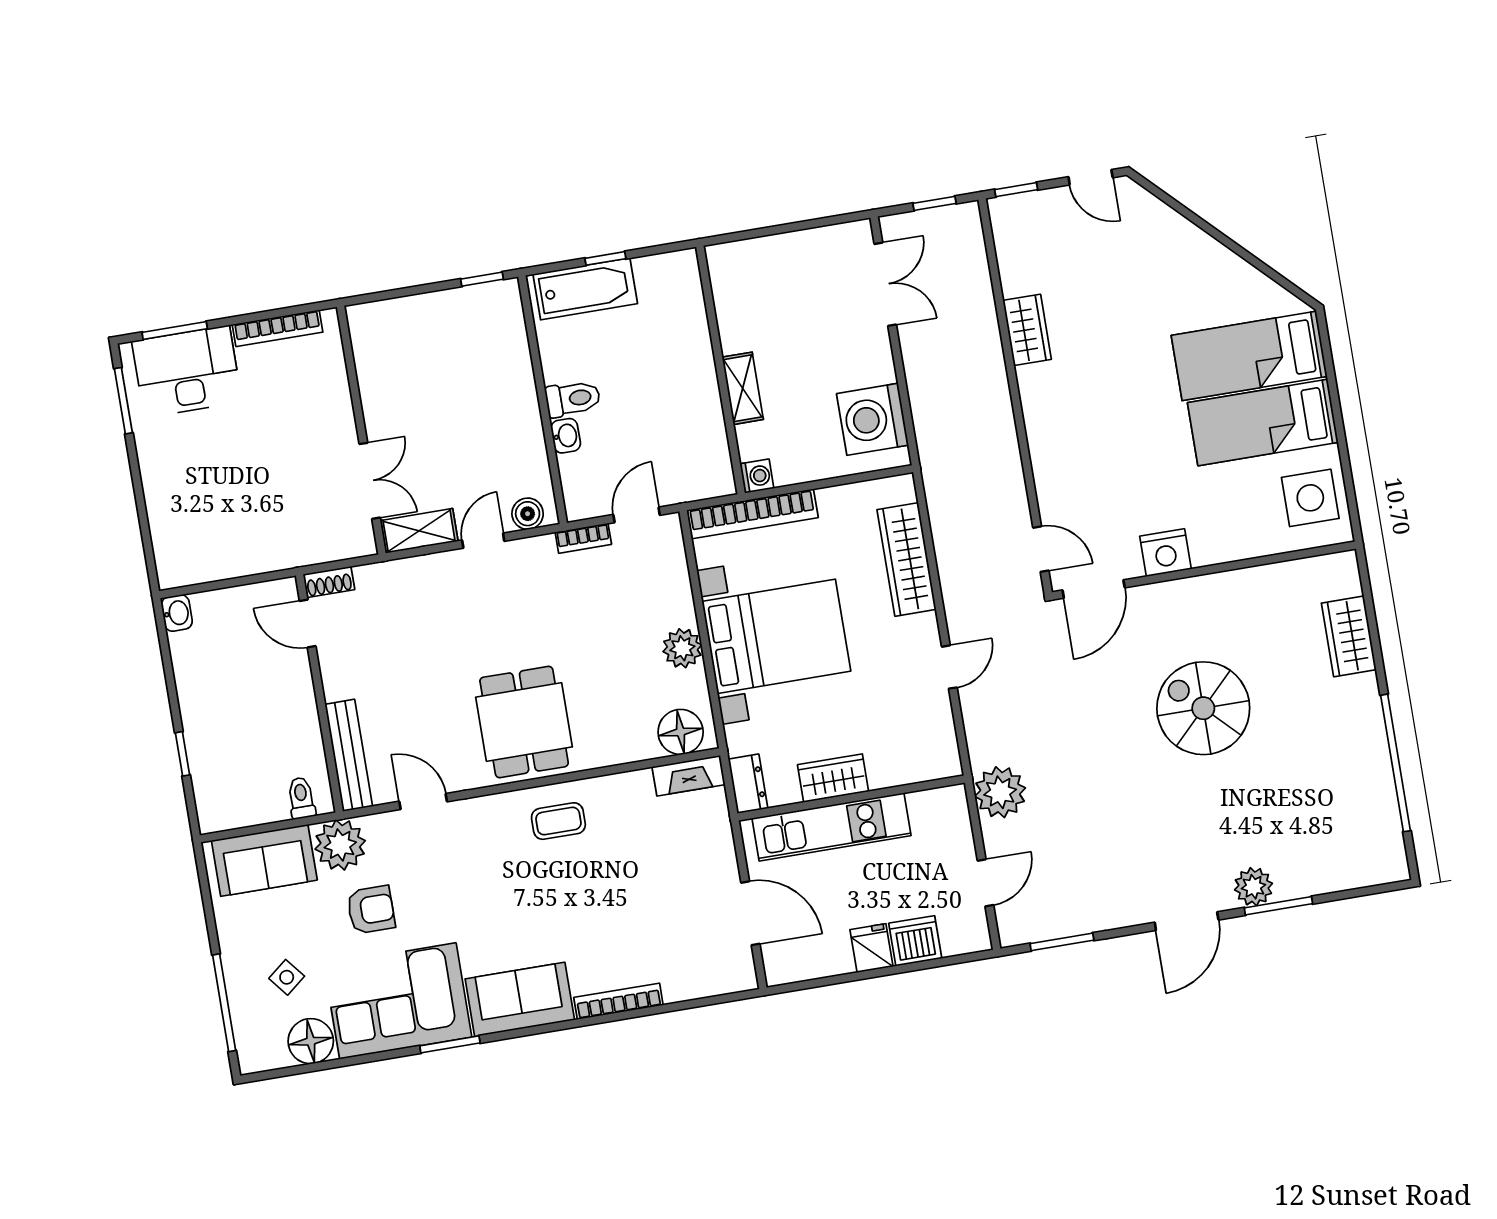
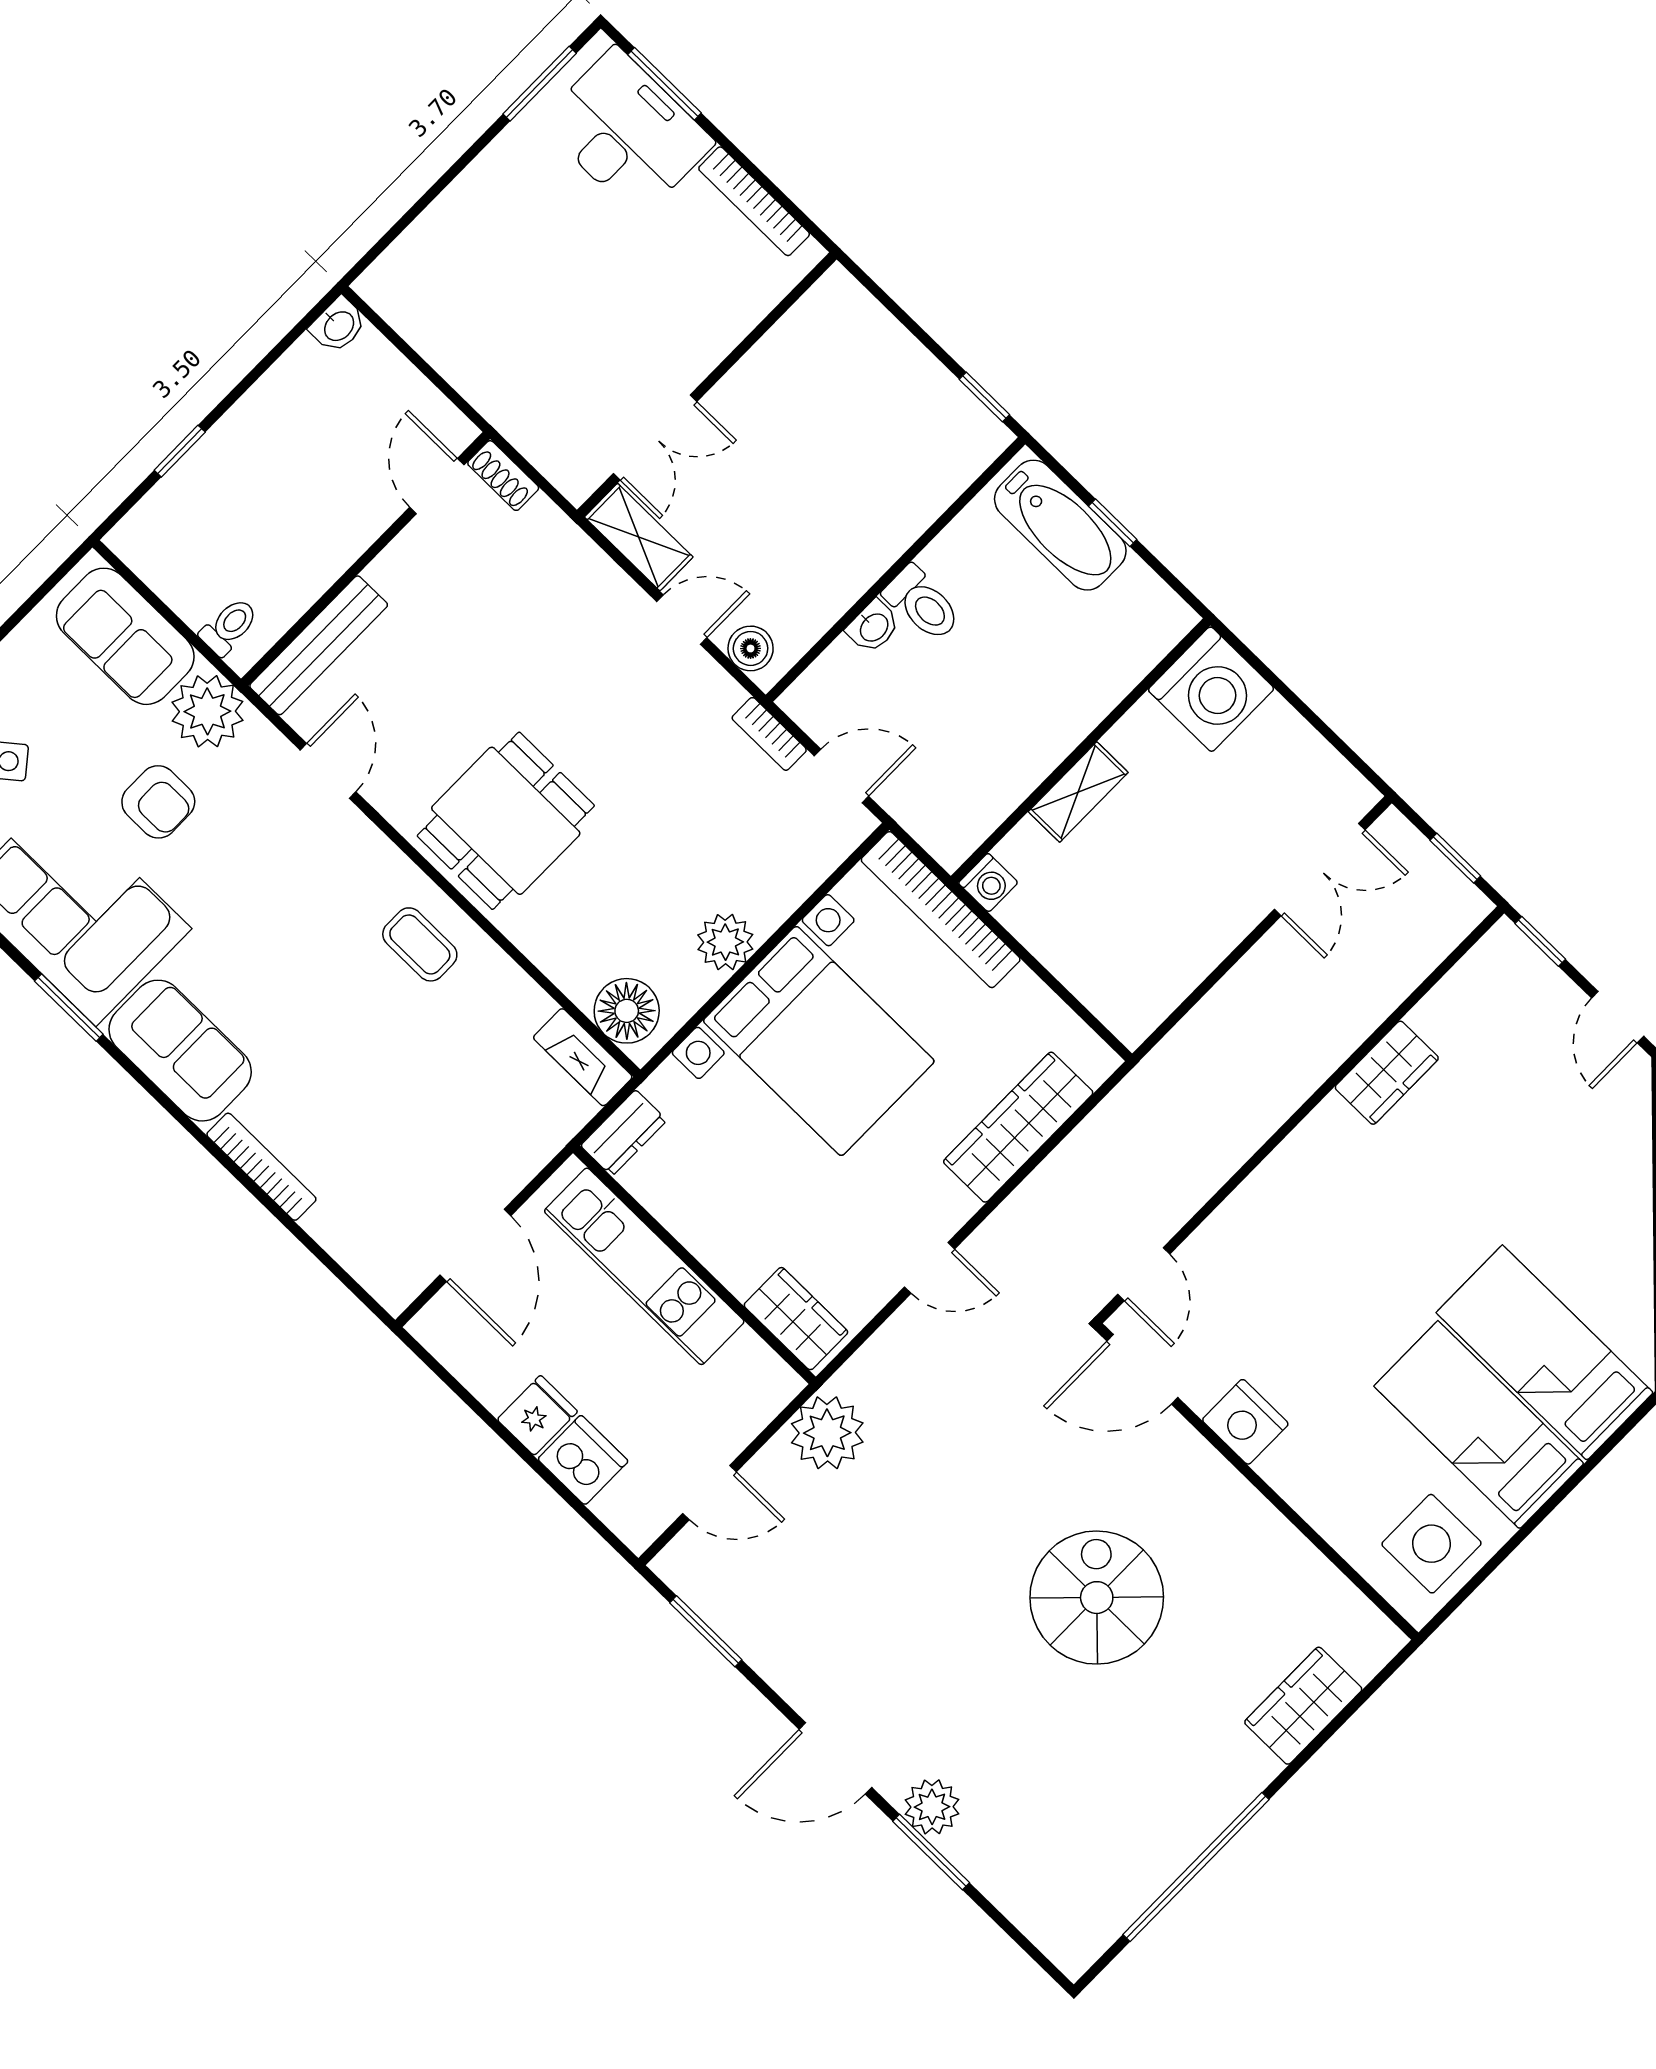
washing machine: (873, 419) -> (1211, 689), moved, turned 180
wardrobe: (833, 778) -> (796, 1319), moved

